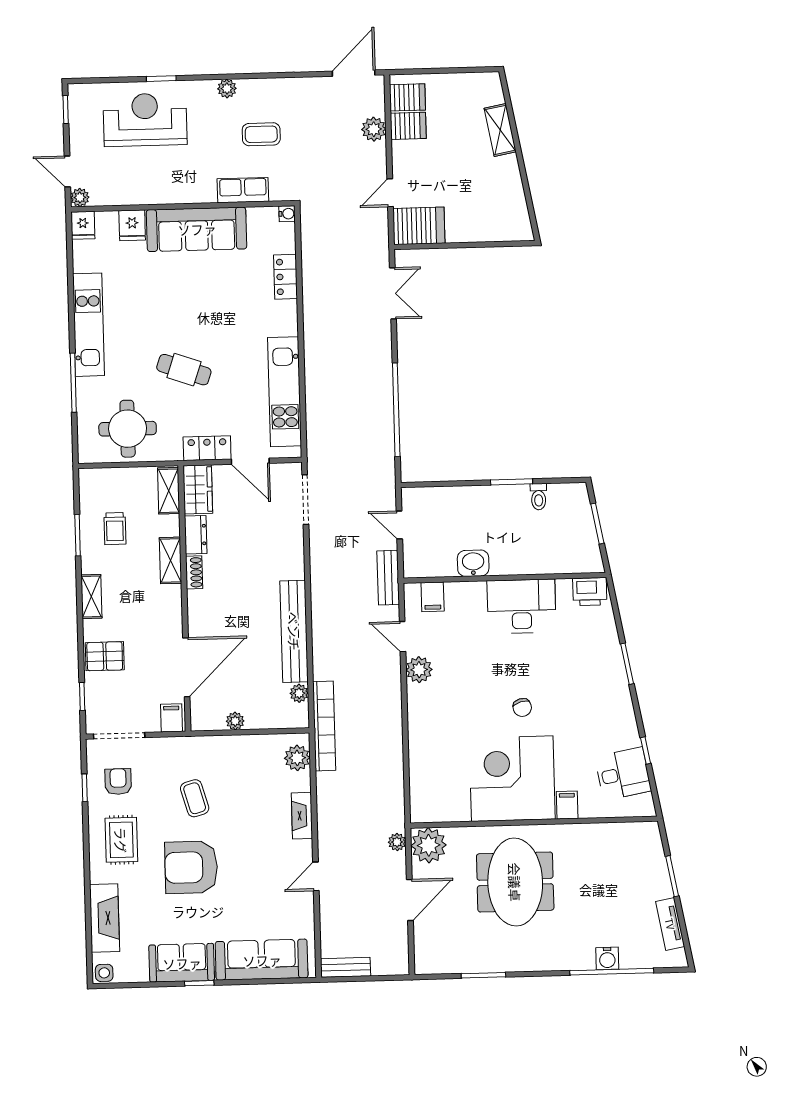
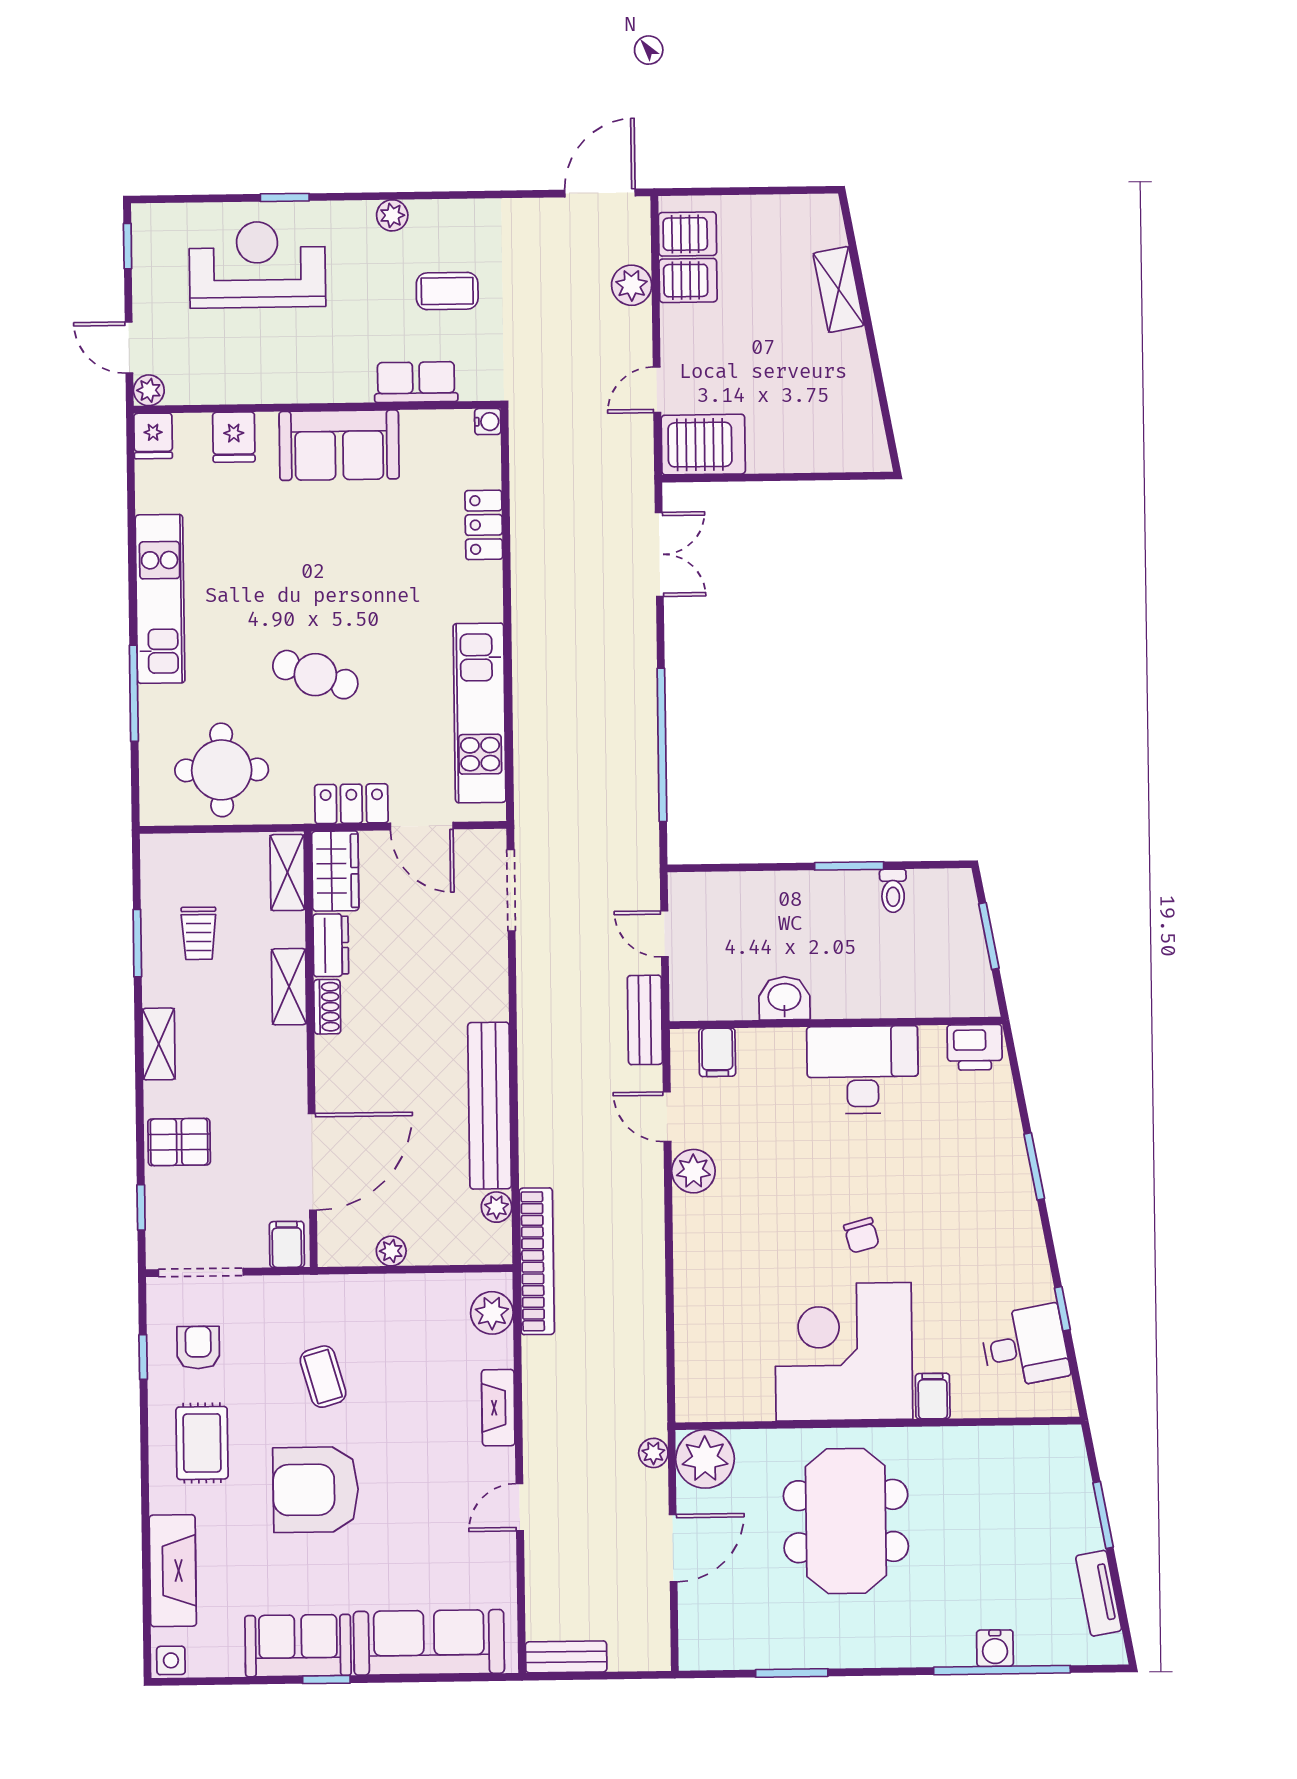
sofa: (197, 229) -> (339, 445), width x0.73

